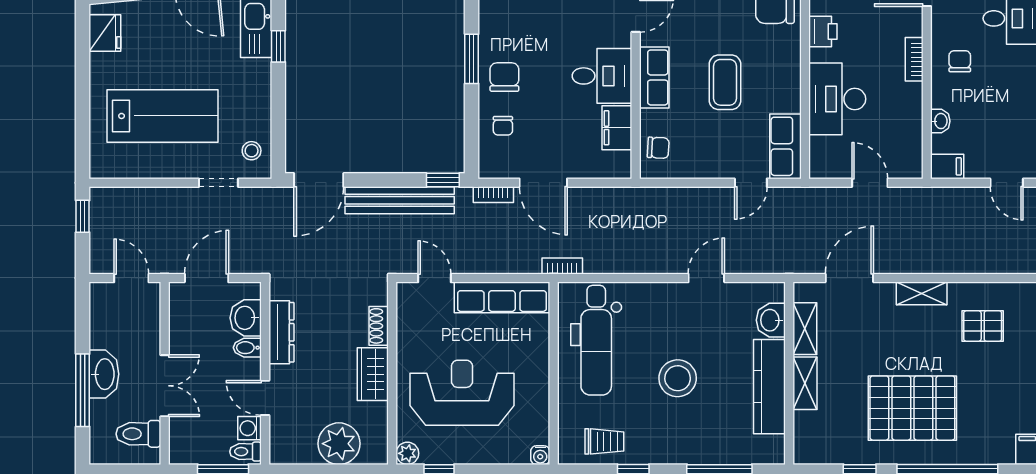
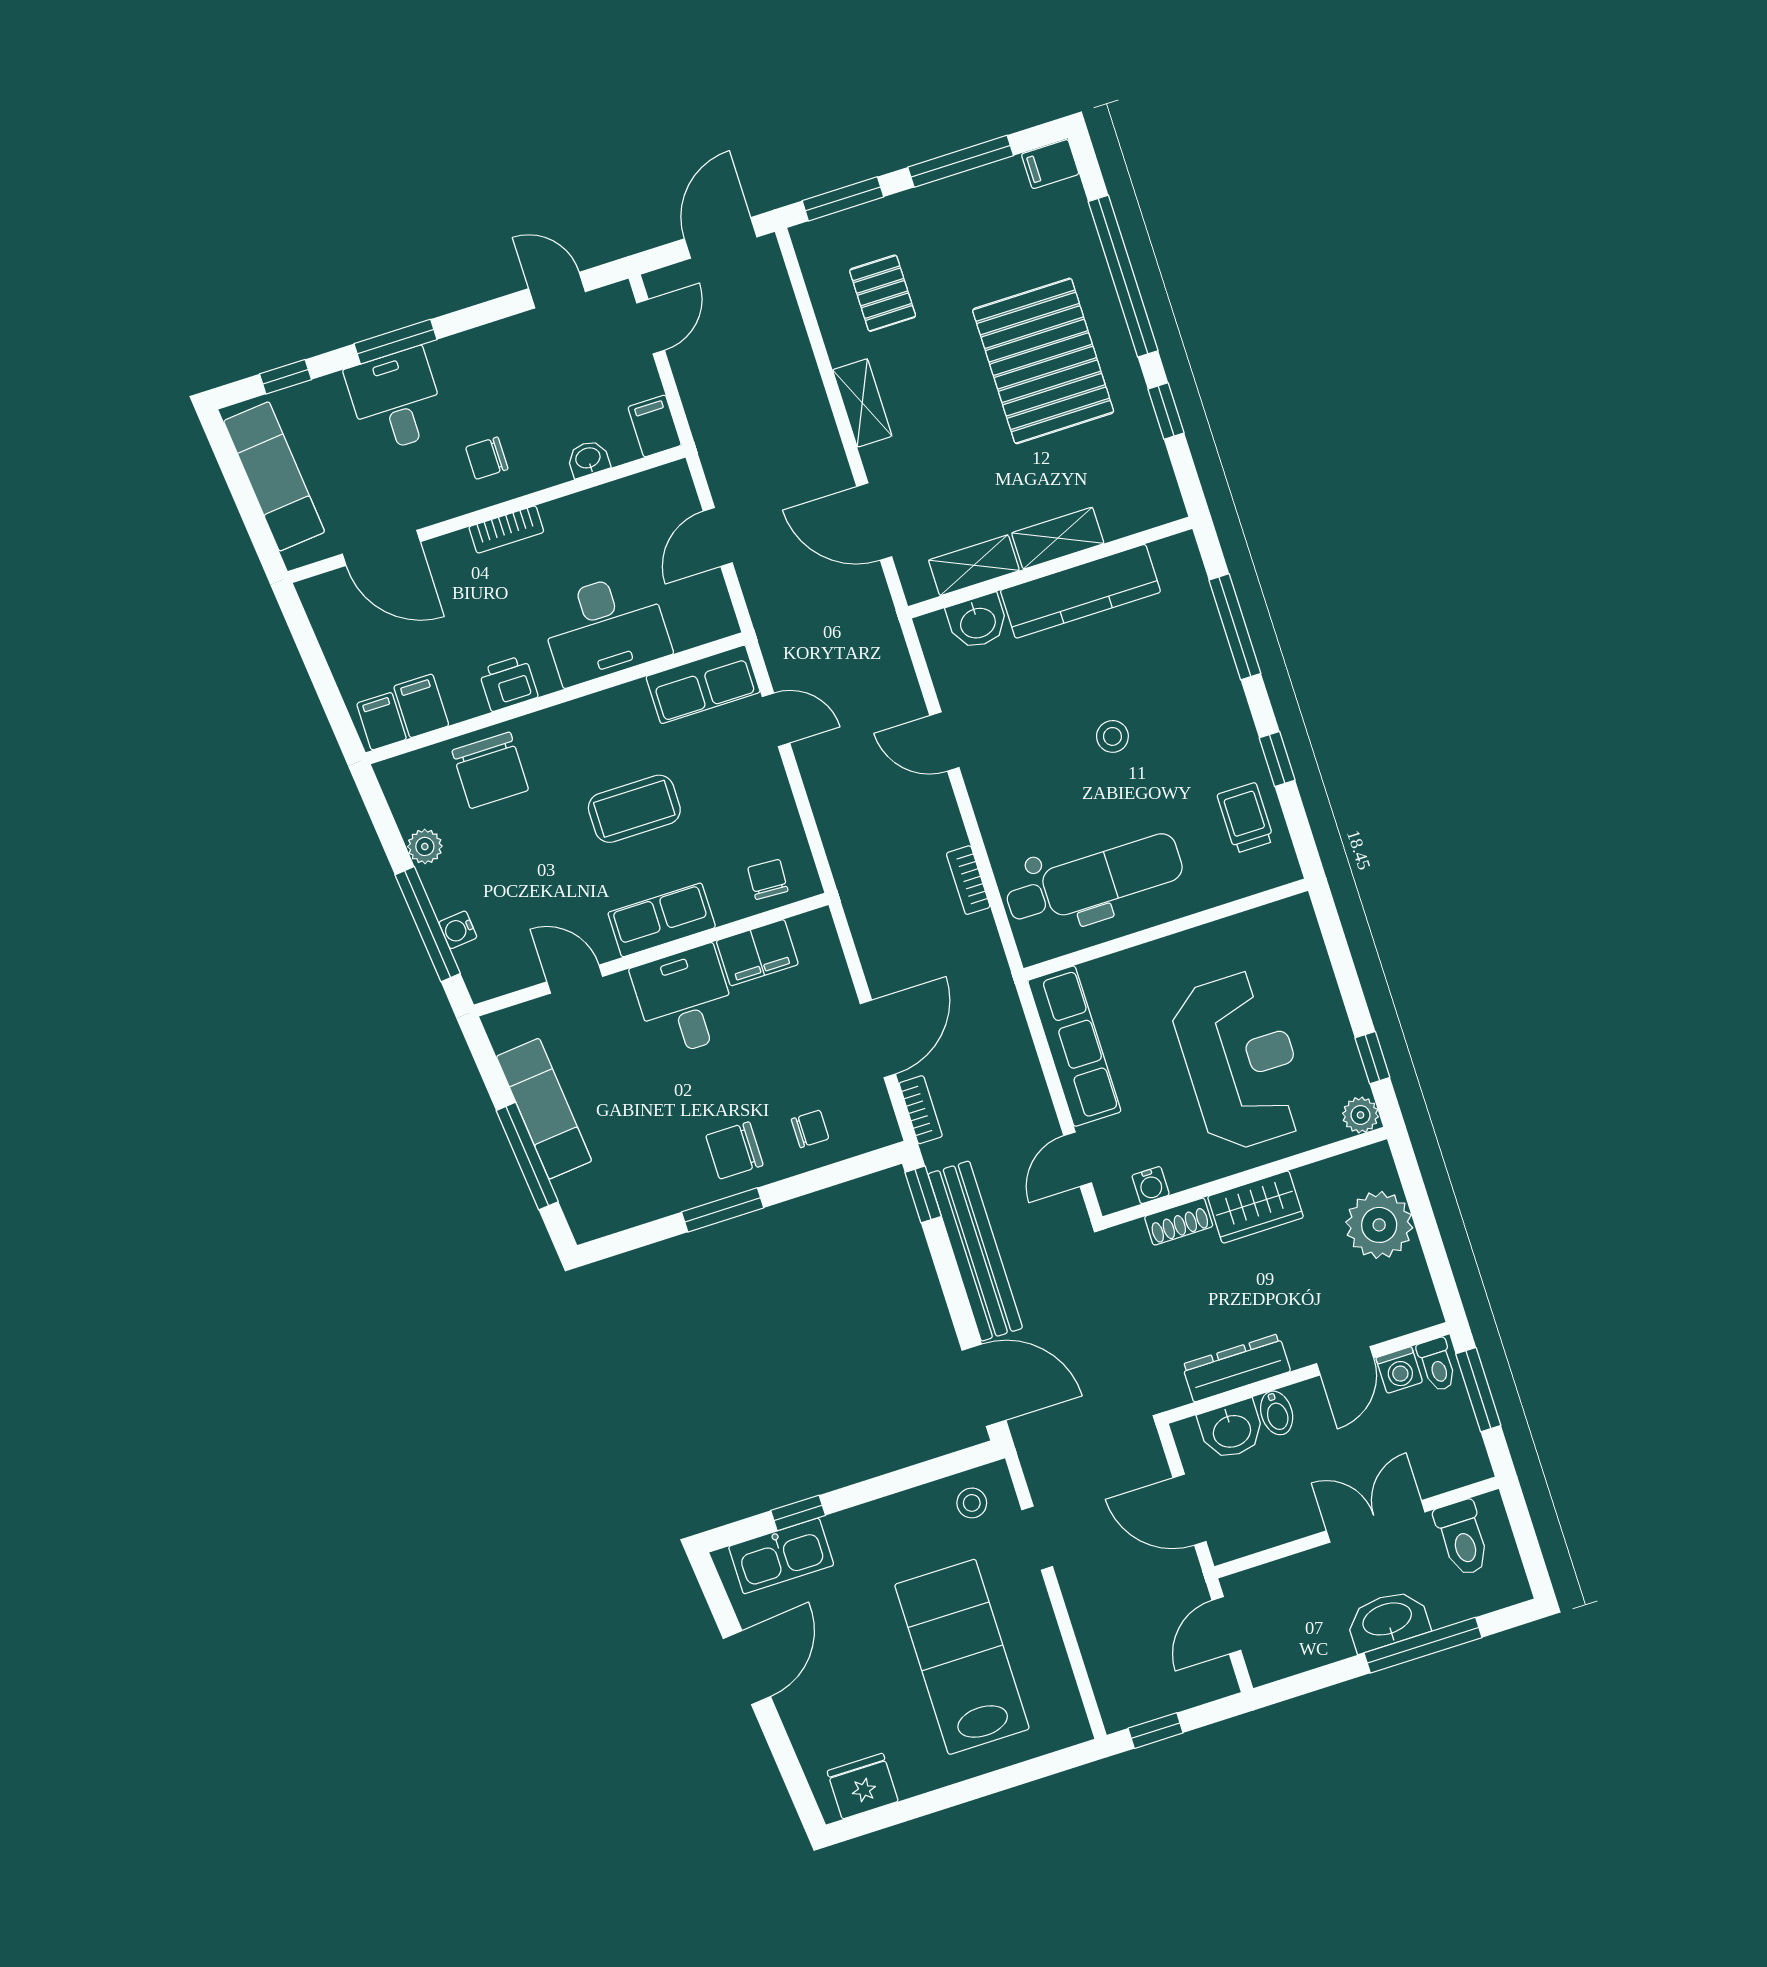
bookcase: (562, 266) -> (968, 880), moved
stool: (678, 378) -> (1112, 736), width x0.53, depth x0.53
reception desk: (462, 393) -> (1241, 1061), turned 180
water cooler: (540, 455) -> (1151, 1185), moved, turned 90

